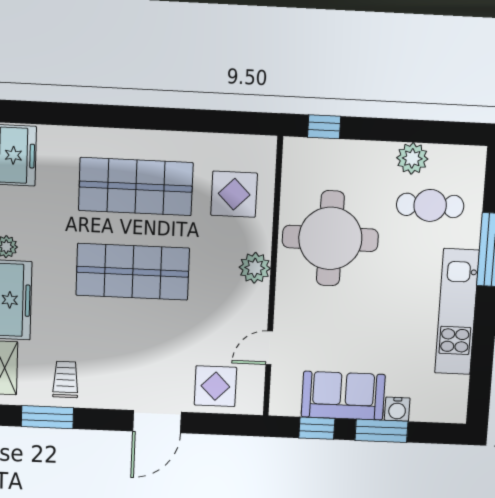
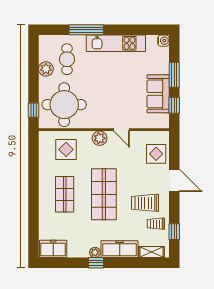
shop shelf: (136, 187) -> (65, 194), width x0.70, depth x0.74
round table: (330, 238) -> (64, 105), moved
door: (269, 348) -> (122, 130), moved
trolley: (111, 359) -> (145, 203), added
water cooler: (397, 409) -> (163, 41), moved
window: (47, 417) -> (174, 232), width x0.67

